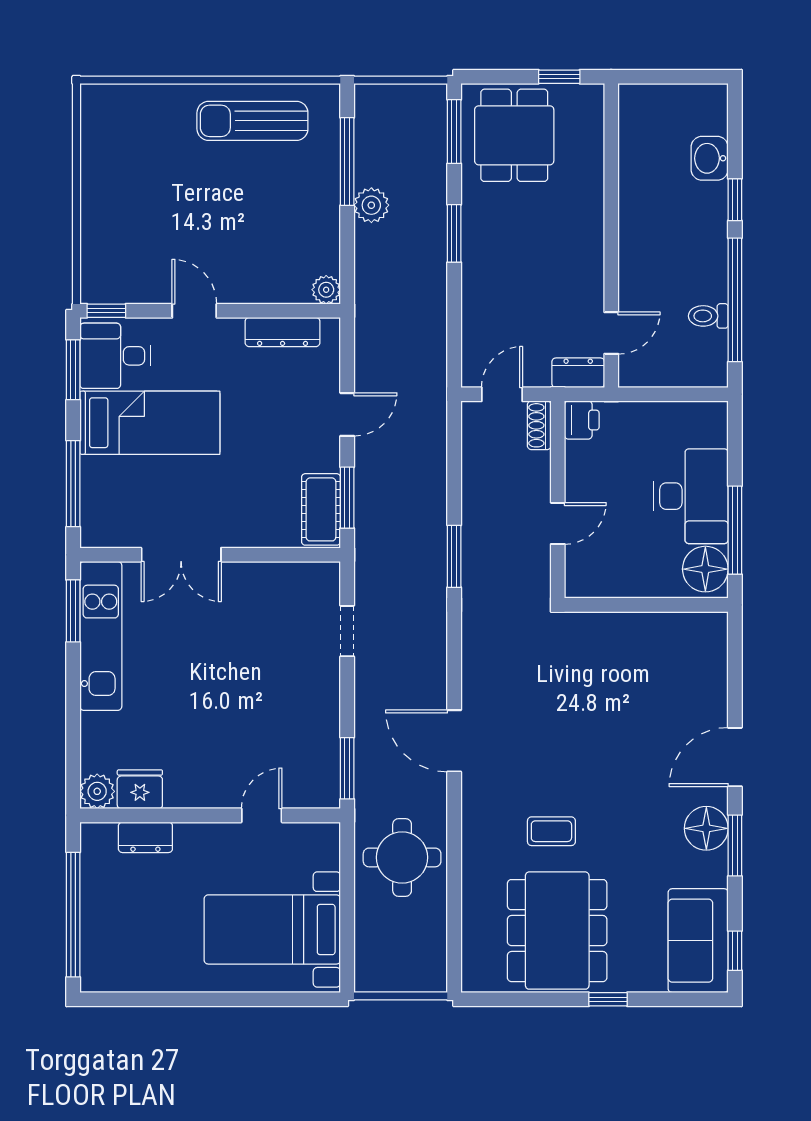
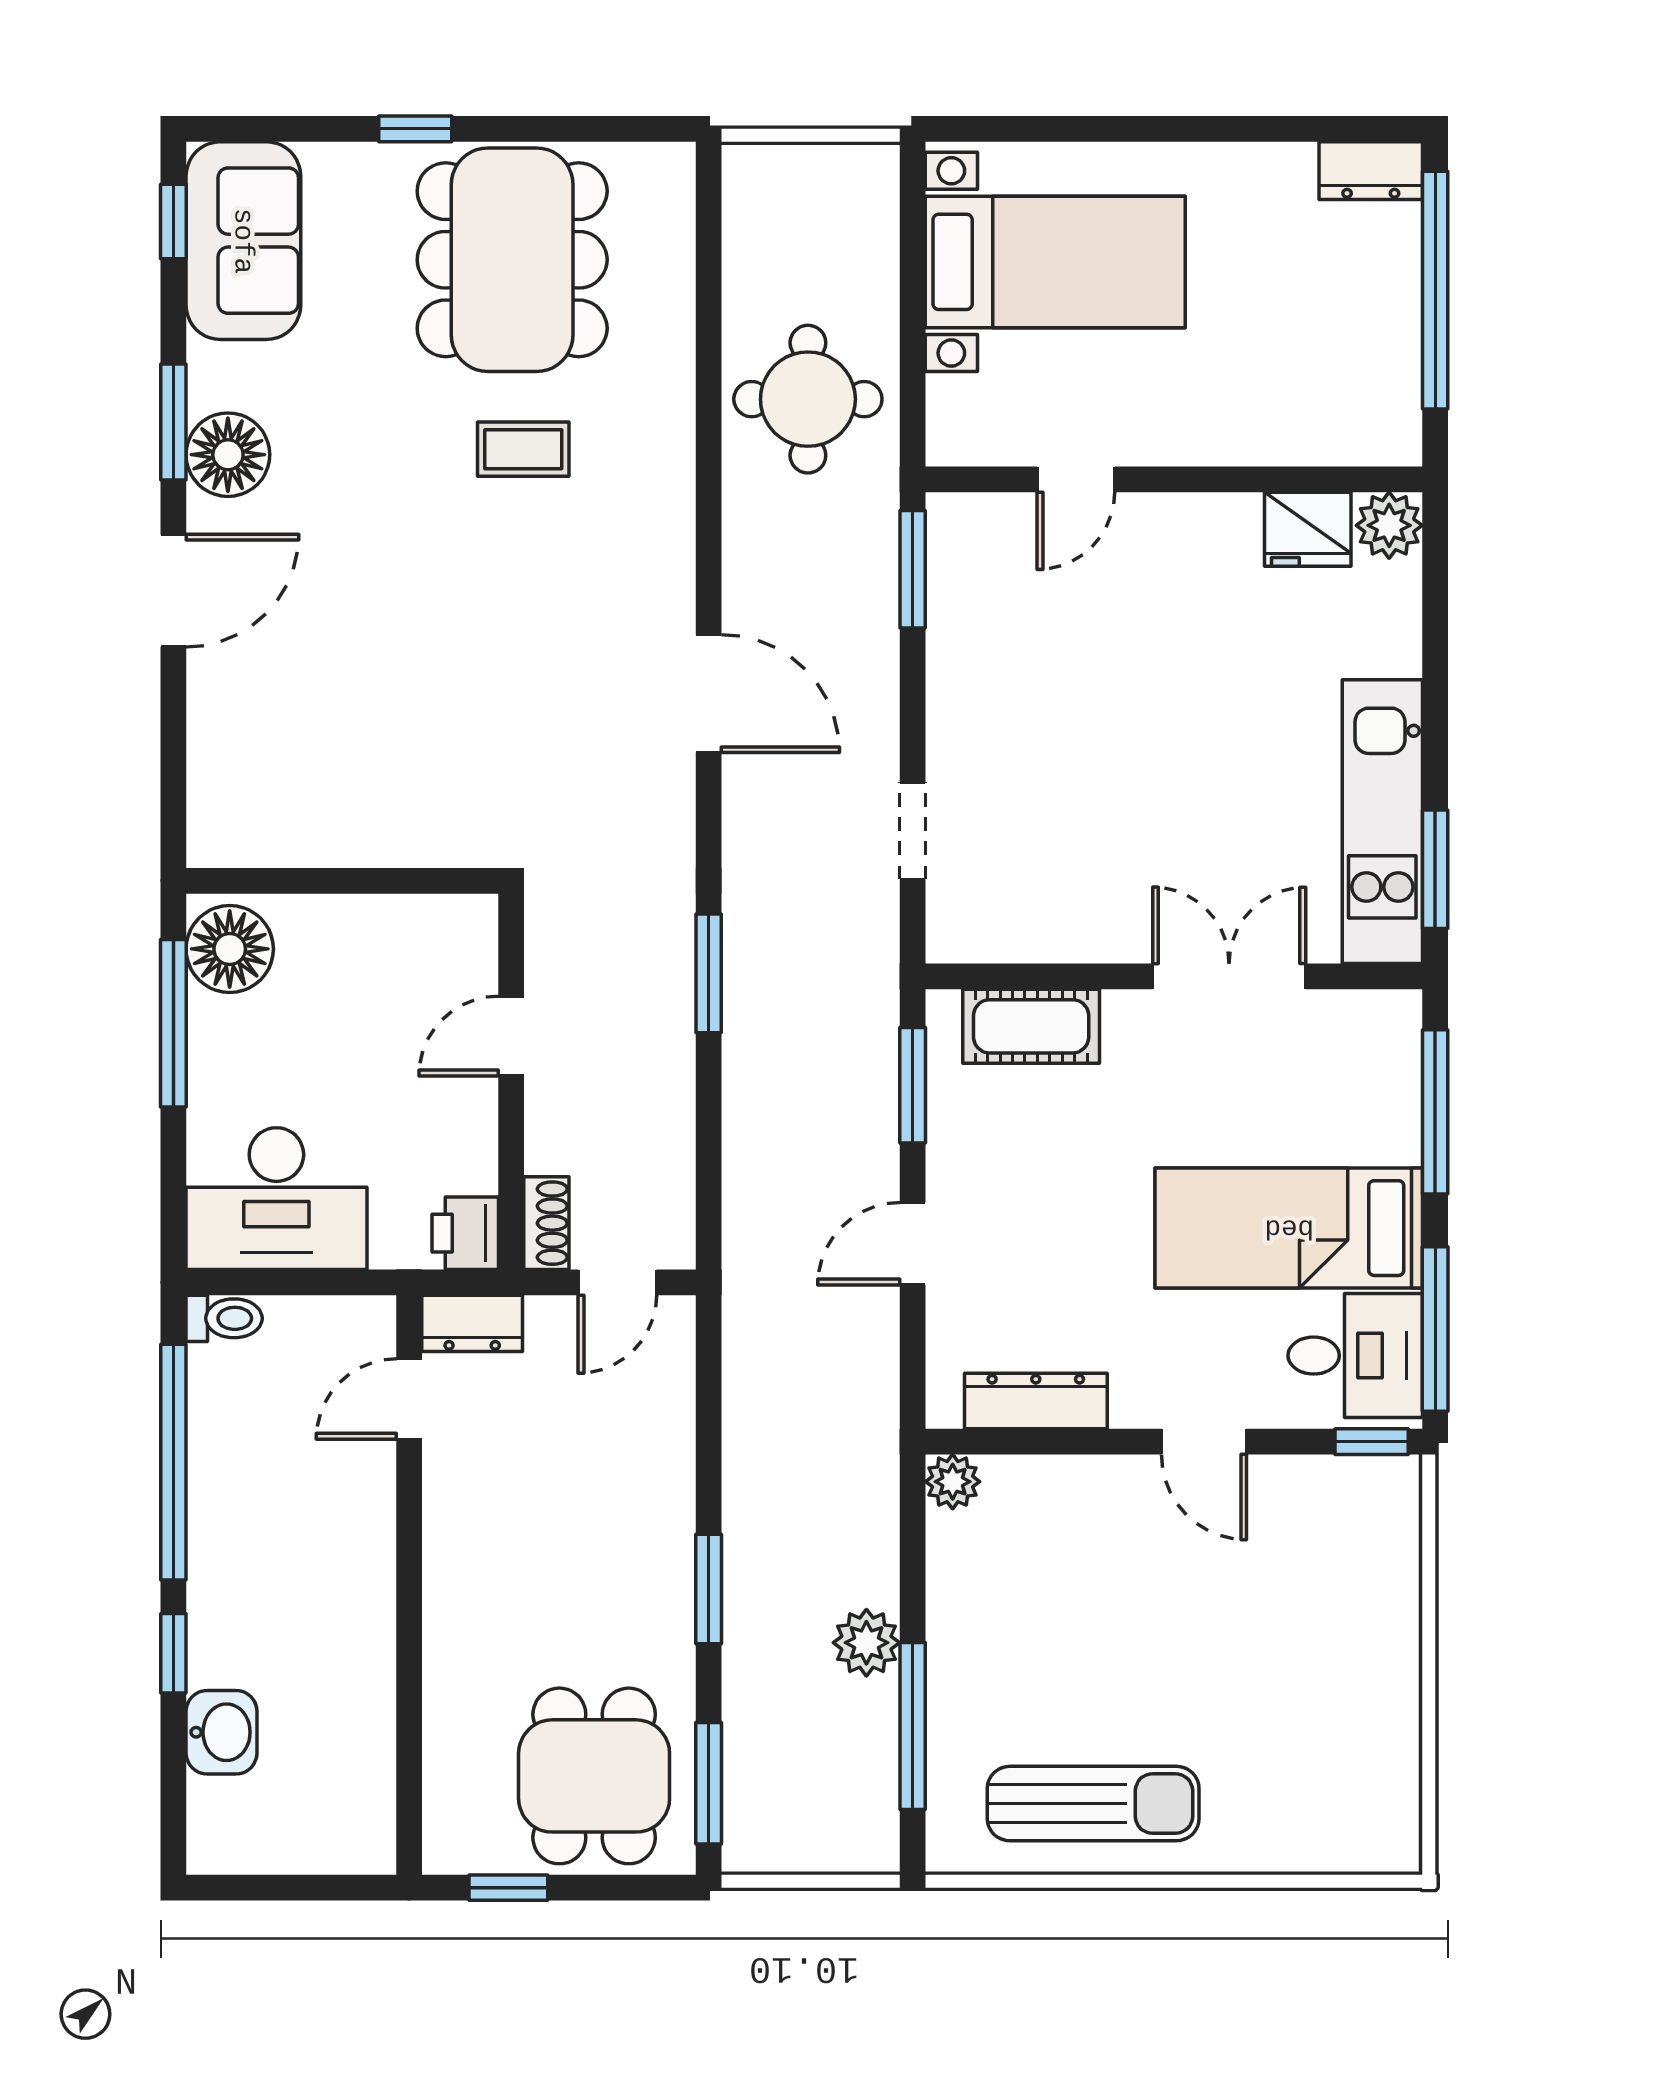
toilet: (708, 316) -> (224, 1318), moved
window: (73, 370) -> (1435, 1329), width x1.44
desk: (691, 496) -> (276, 1199), moved, turned -90
cot: (321, 509) -> (1031, 1026), moved, turned 90
door: (454, 741) -> (709, 694), moved
dresser: (145, 837) -> (1371, 171), moved, turned 180

